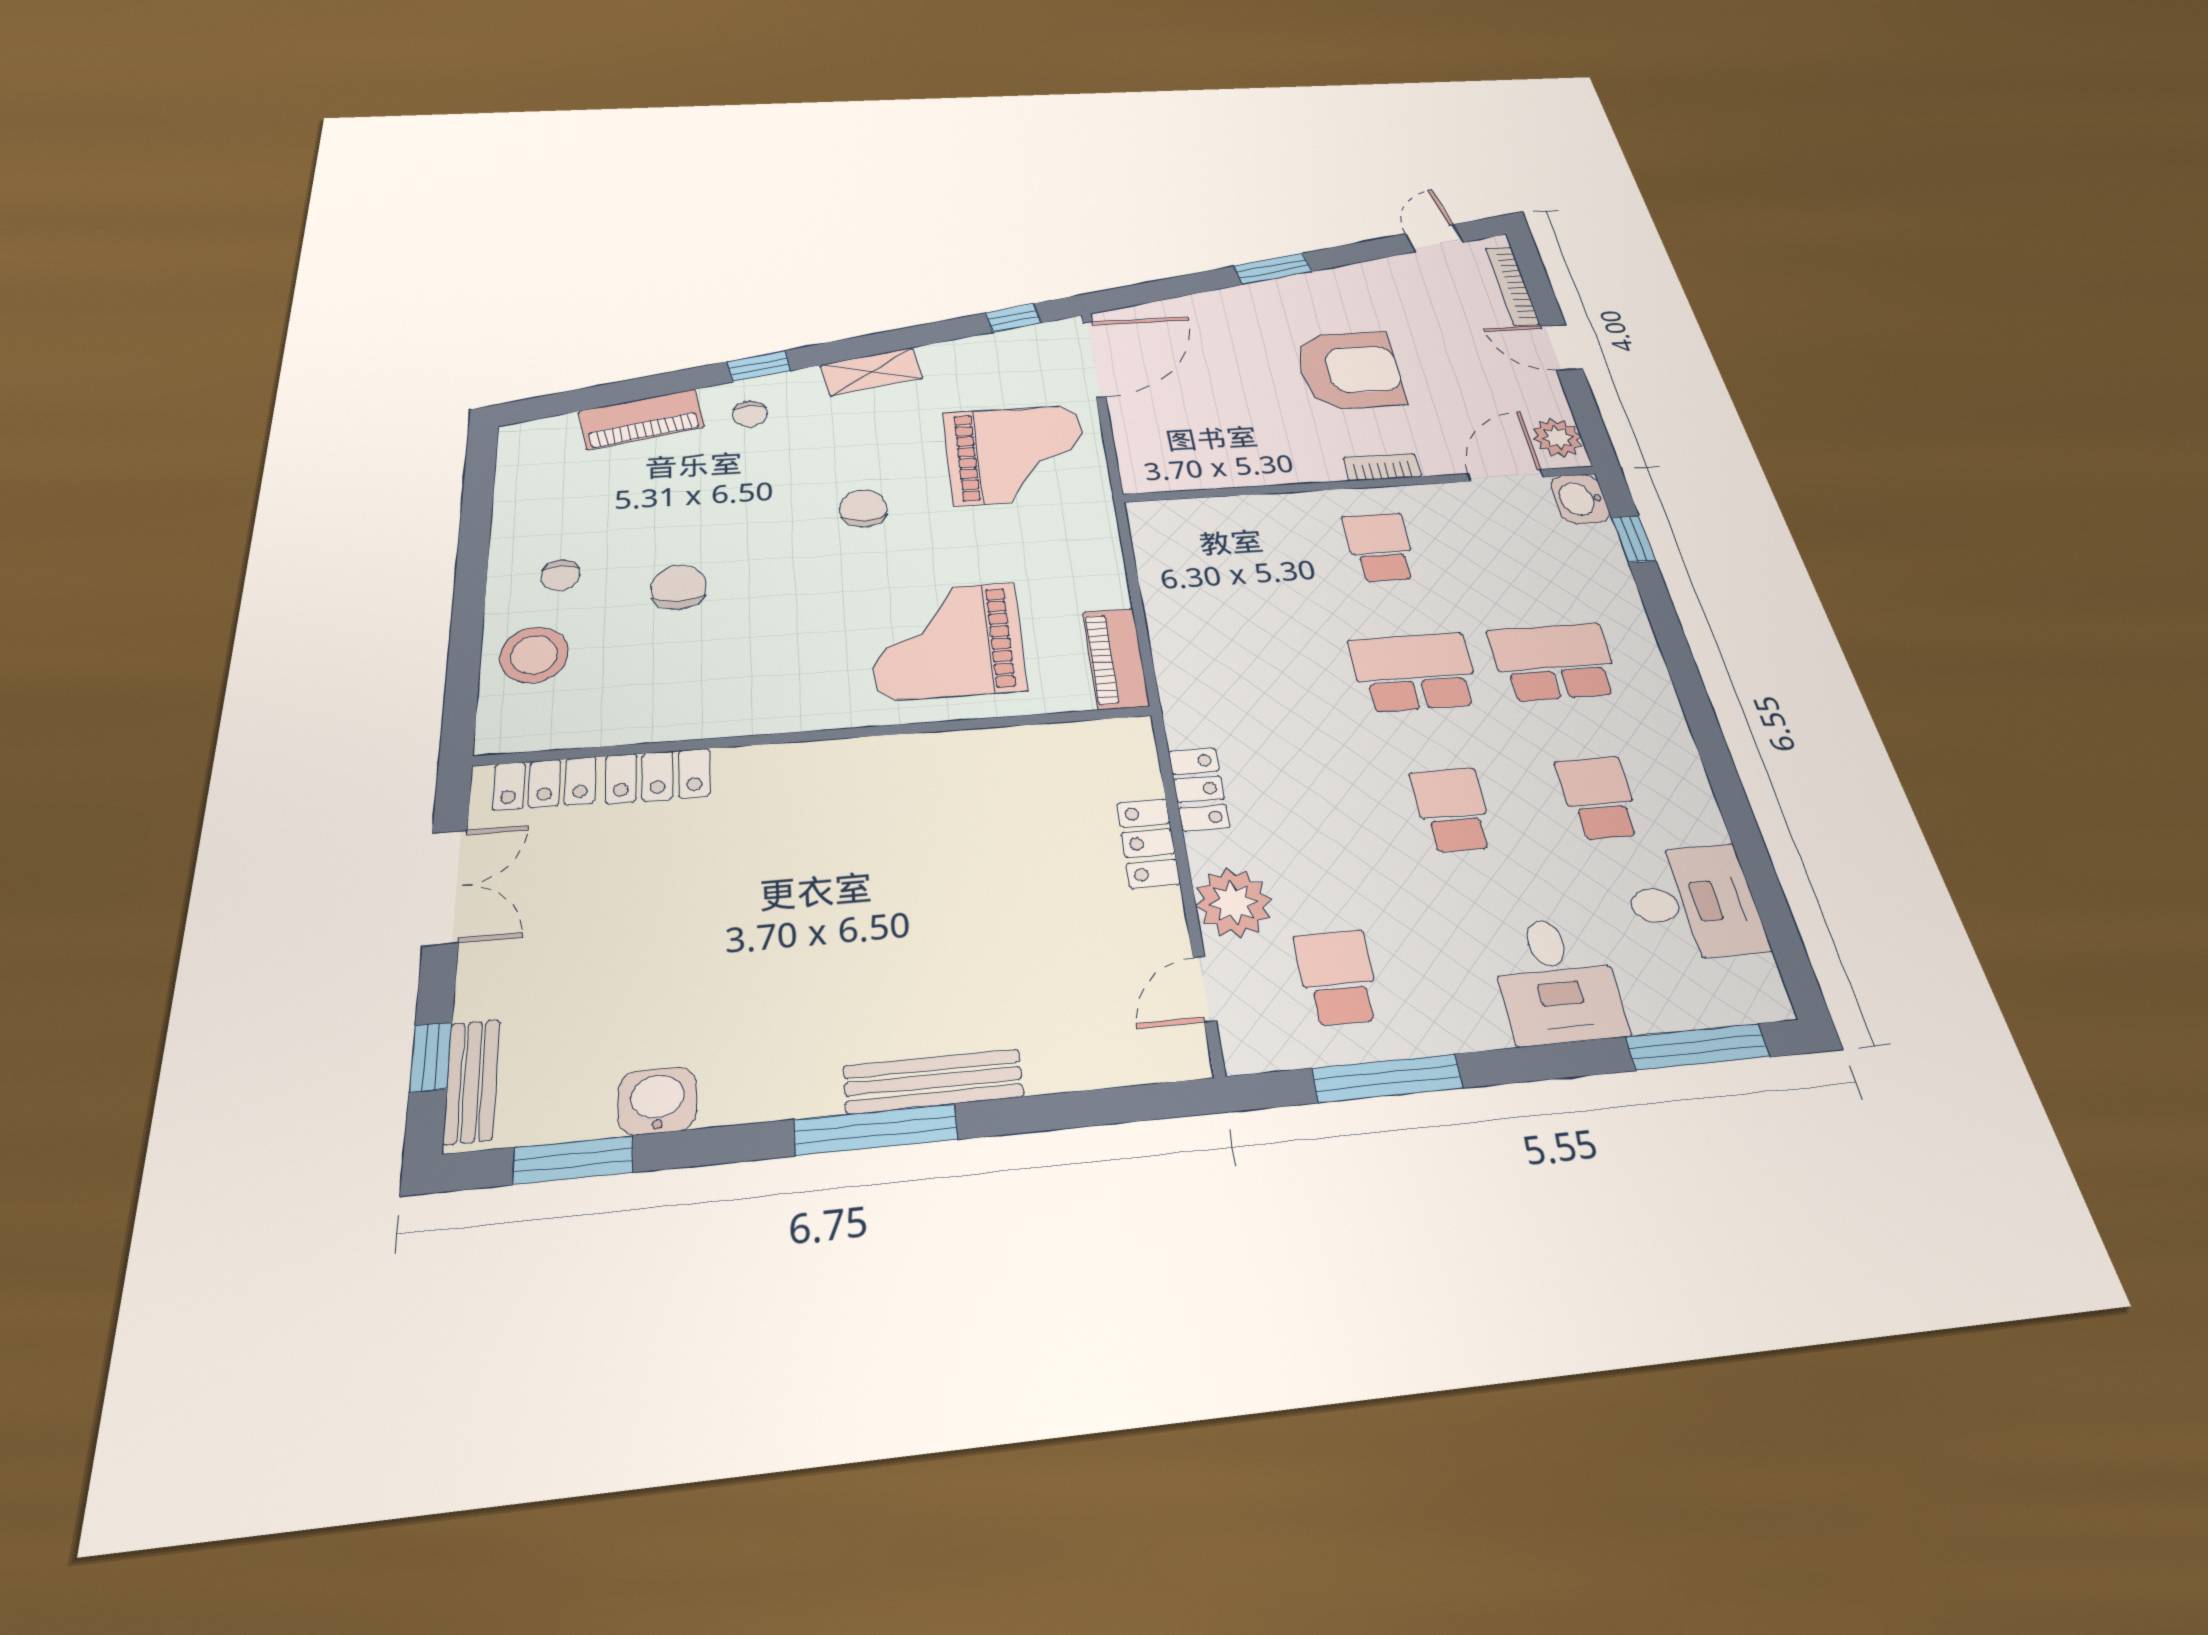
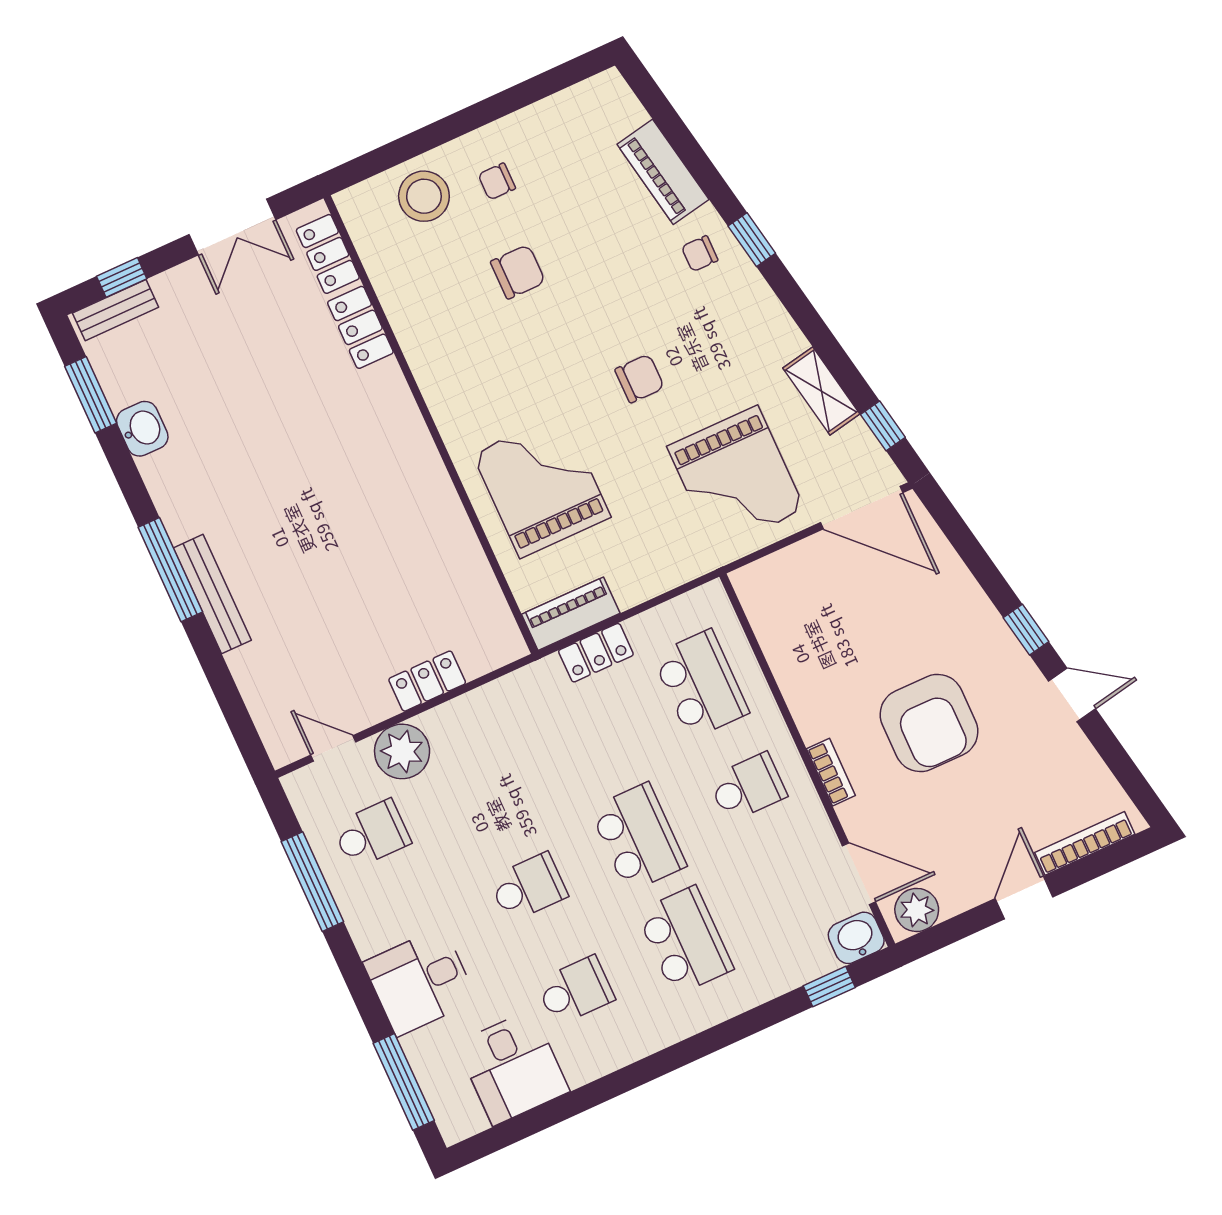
door: (1434, 238) -> (1072, 695), moved
window: (1273, 269) -> (1026, 630), width x0.67
shelving: (871, 372) -> (821, 391), moved
school desk: (1244, 556) -> (701, 684), added
locker: (1199, 789) -> (596, 653), moved

